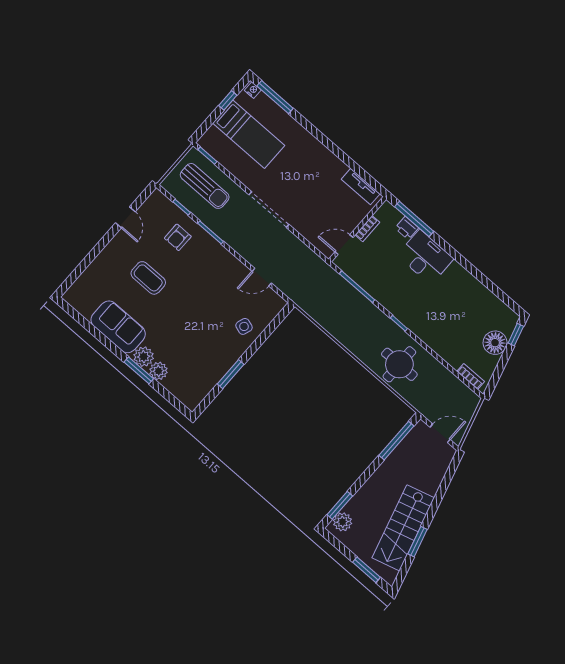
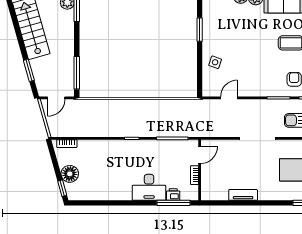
tv unit: (361, 187) -> (243, 195), moved
round table: (399, 364) -> (112, 116), removed
window: (417, 542) -> (29, 70), moved

